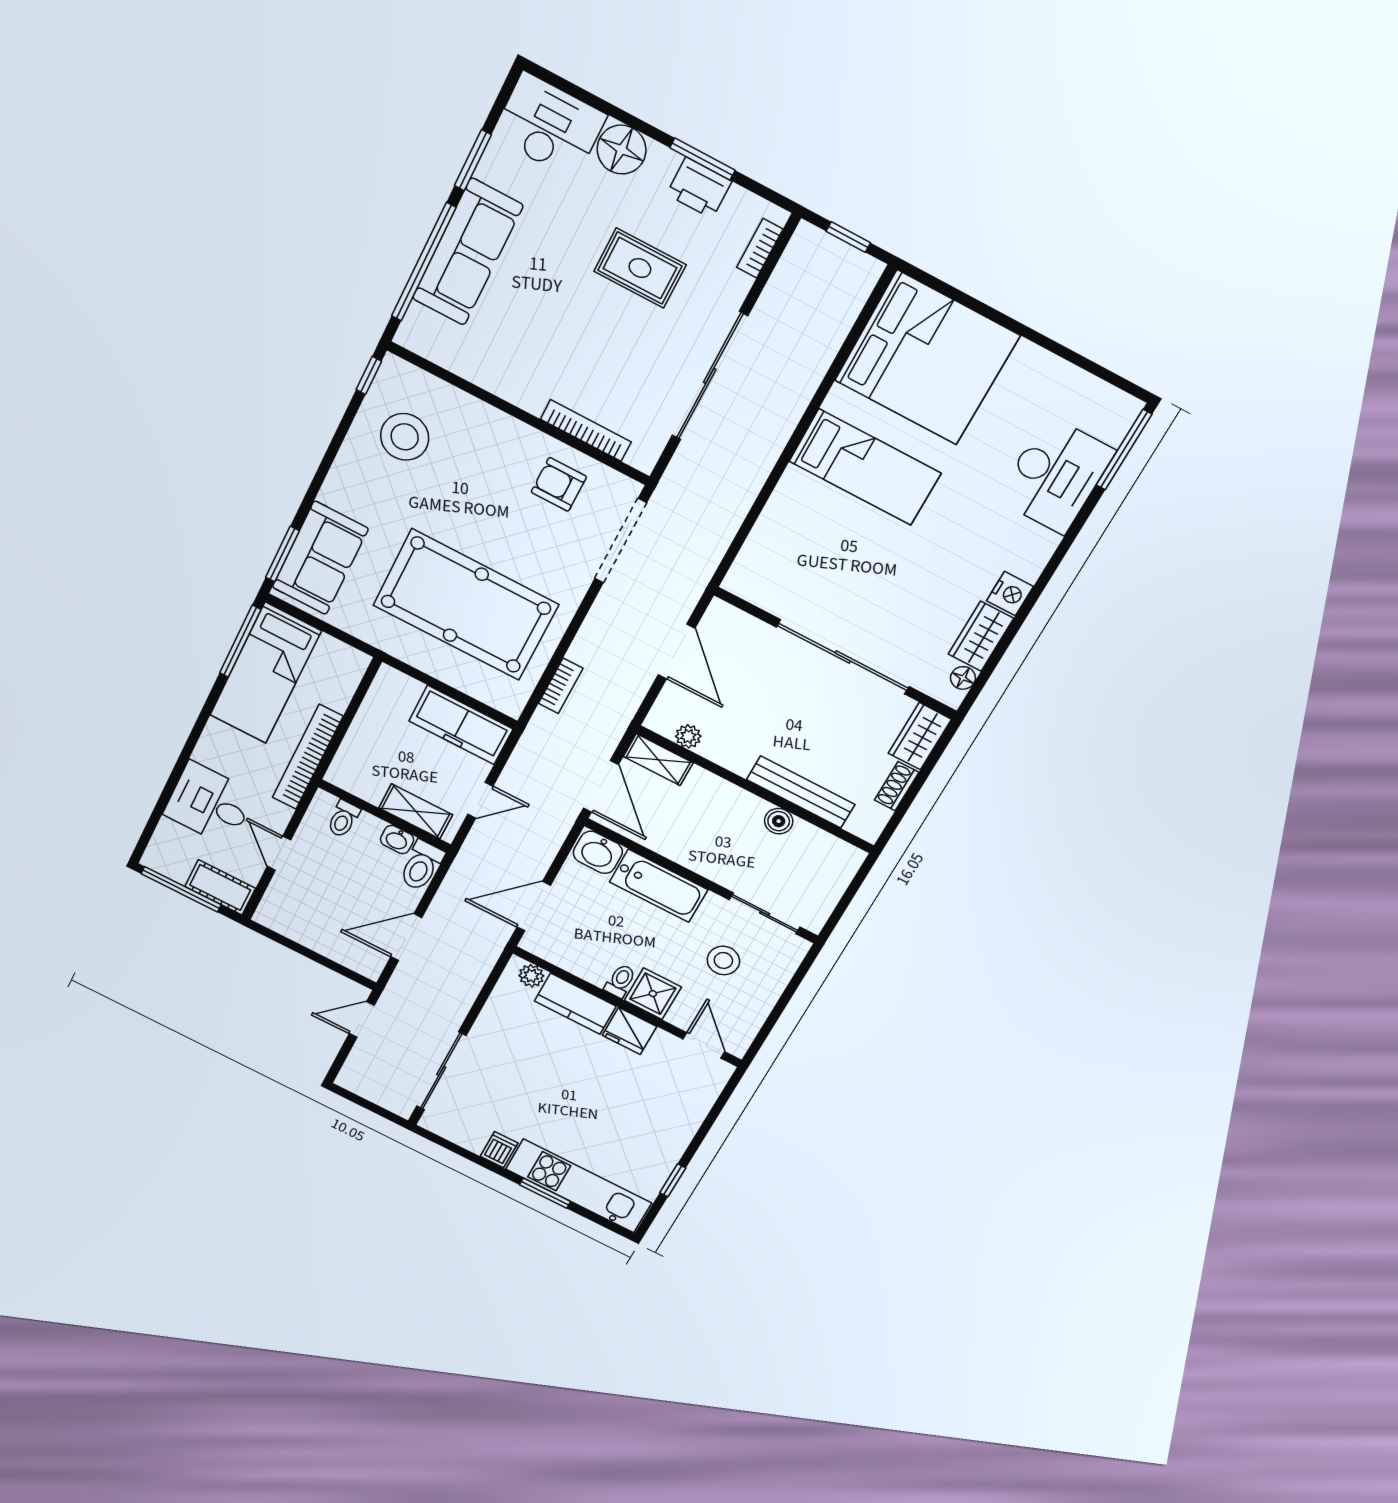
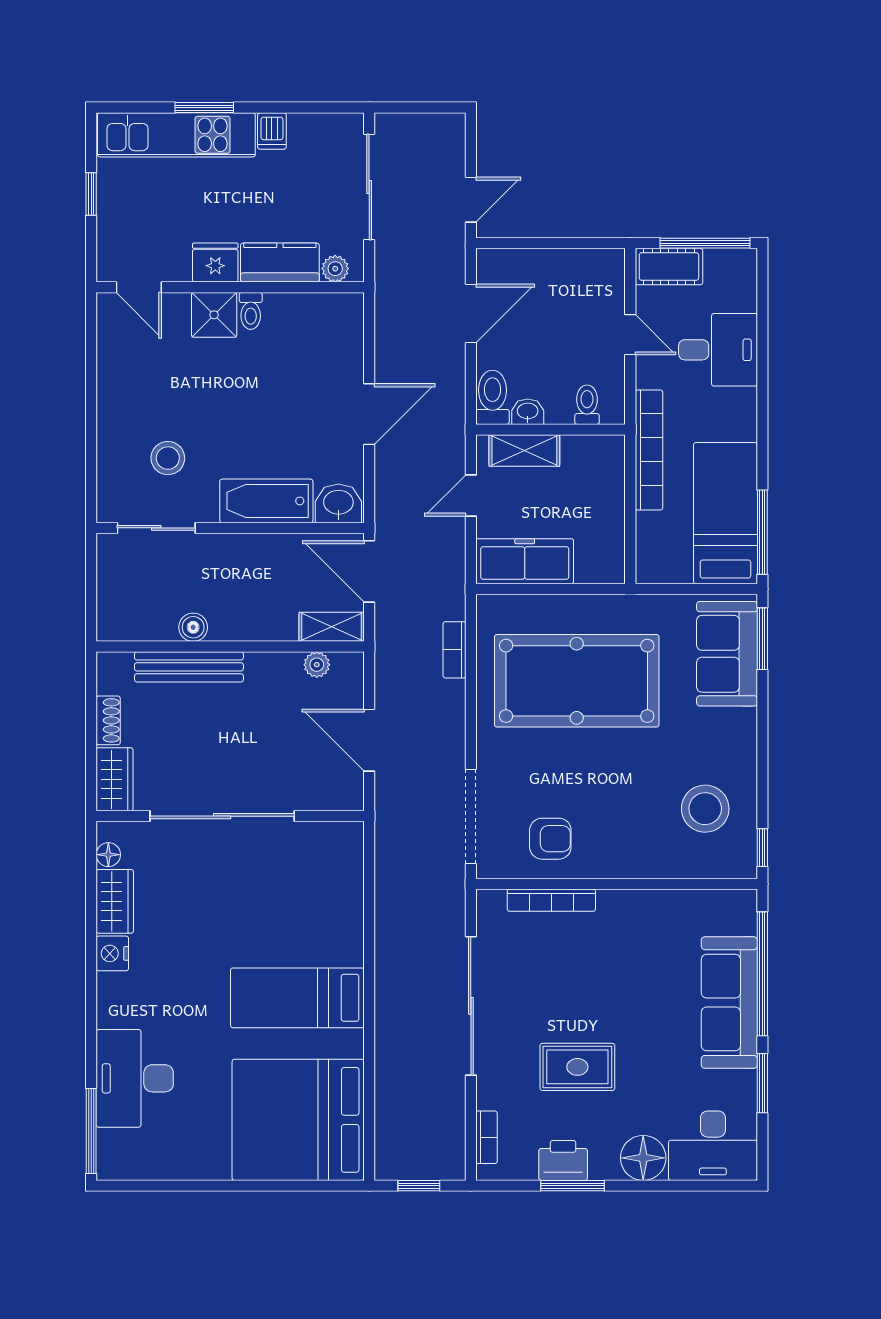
plant: (531, 976) -> (335, 269), moved
toilet: (620, 981) -> (251, 311), moved
shower: (653, 994) -> (214, 315), moved
kitchen counter: (575, 1004) -> (280, 263), moved
wall: (627, 1007) -> (230, 287), moved
fridge: (629, 1031) -> (215, 263), moved
door: (704, 1045) -> (139, 287), moved

